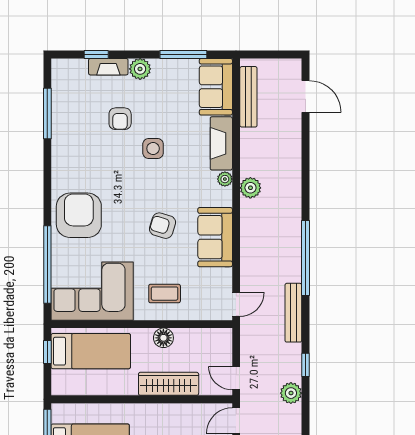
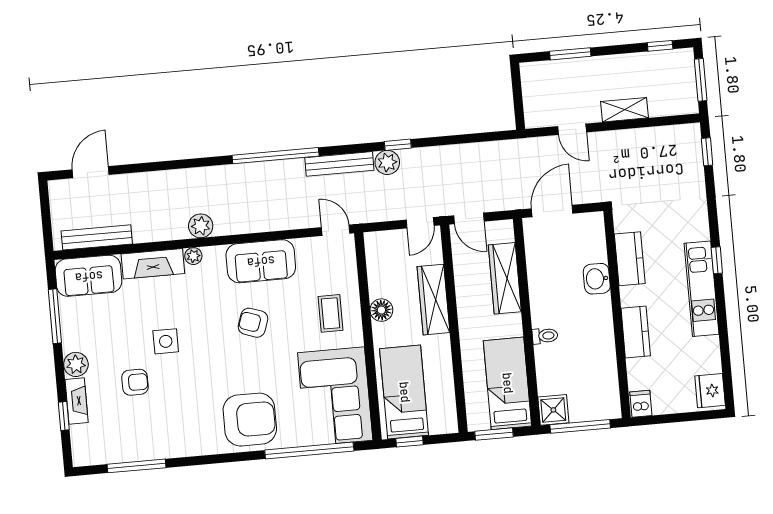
armchair: (79, 215) -> (250, 420), turned 180
armchair: (162, 226) -> (253, 323), turned 92
plant: (291, 393) -> (387, 162), moved

